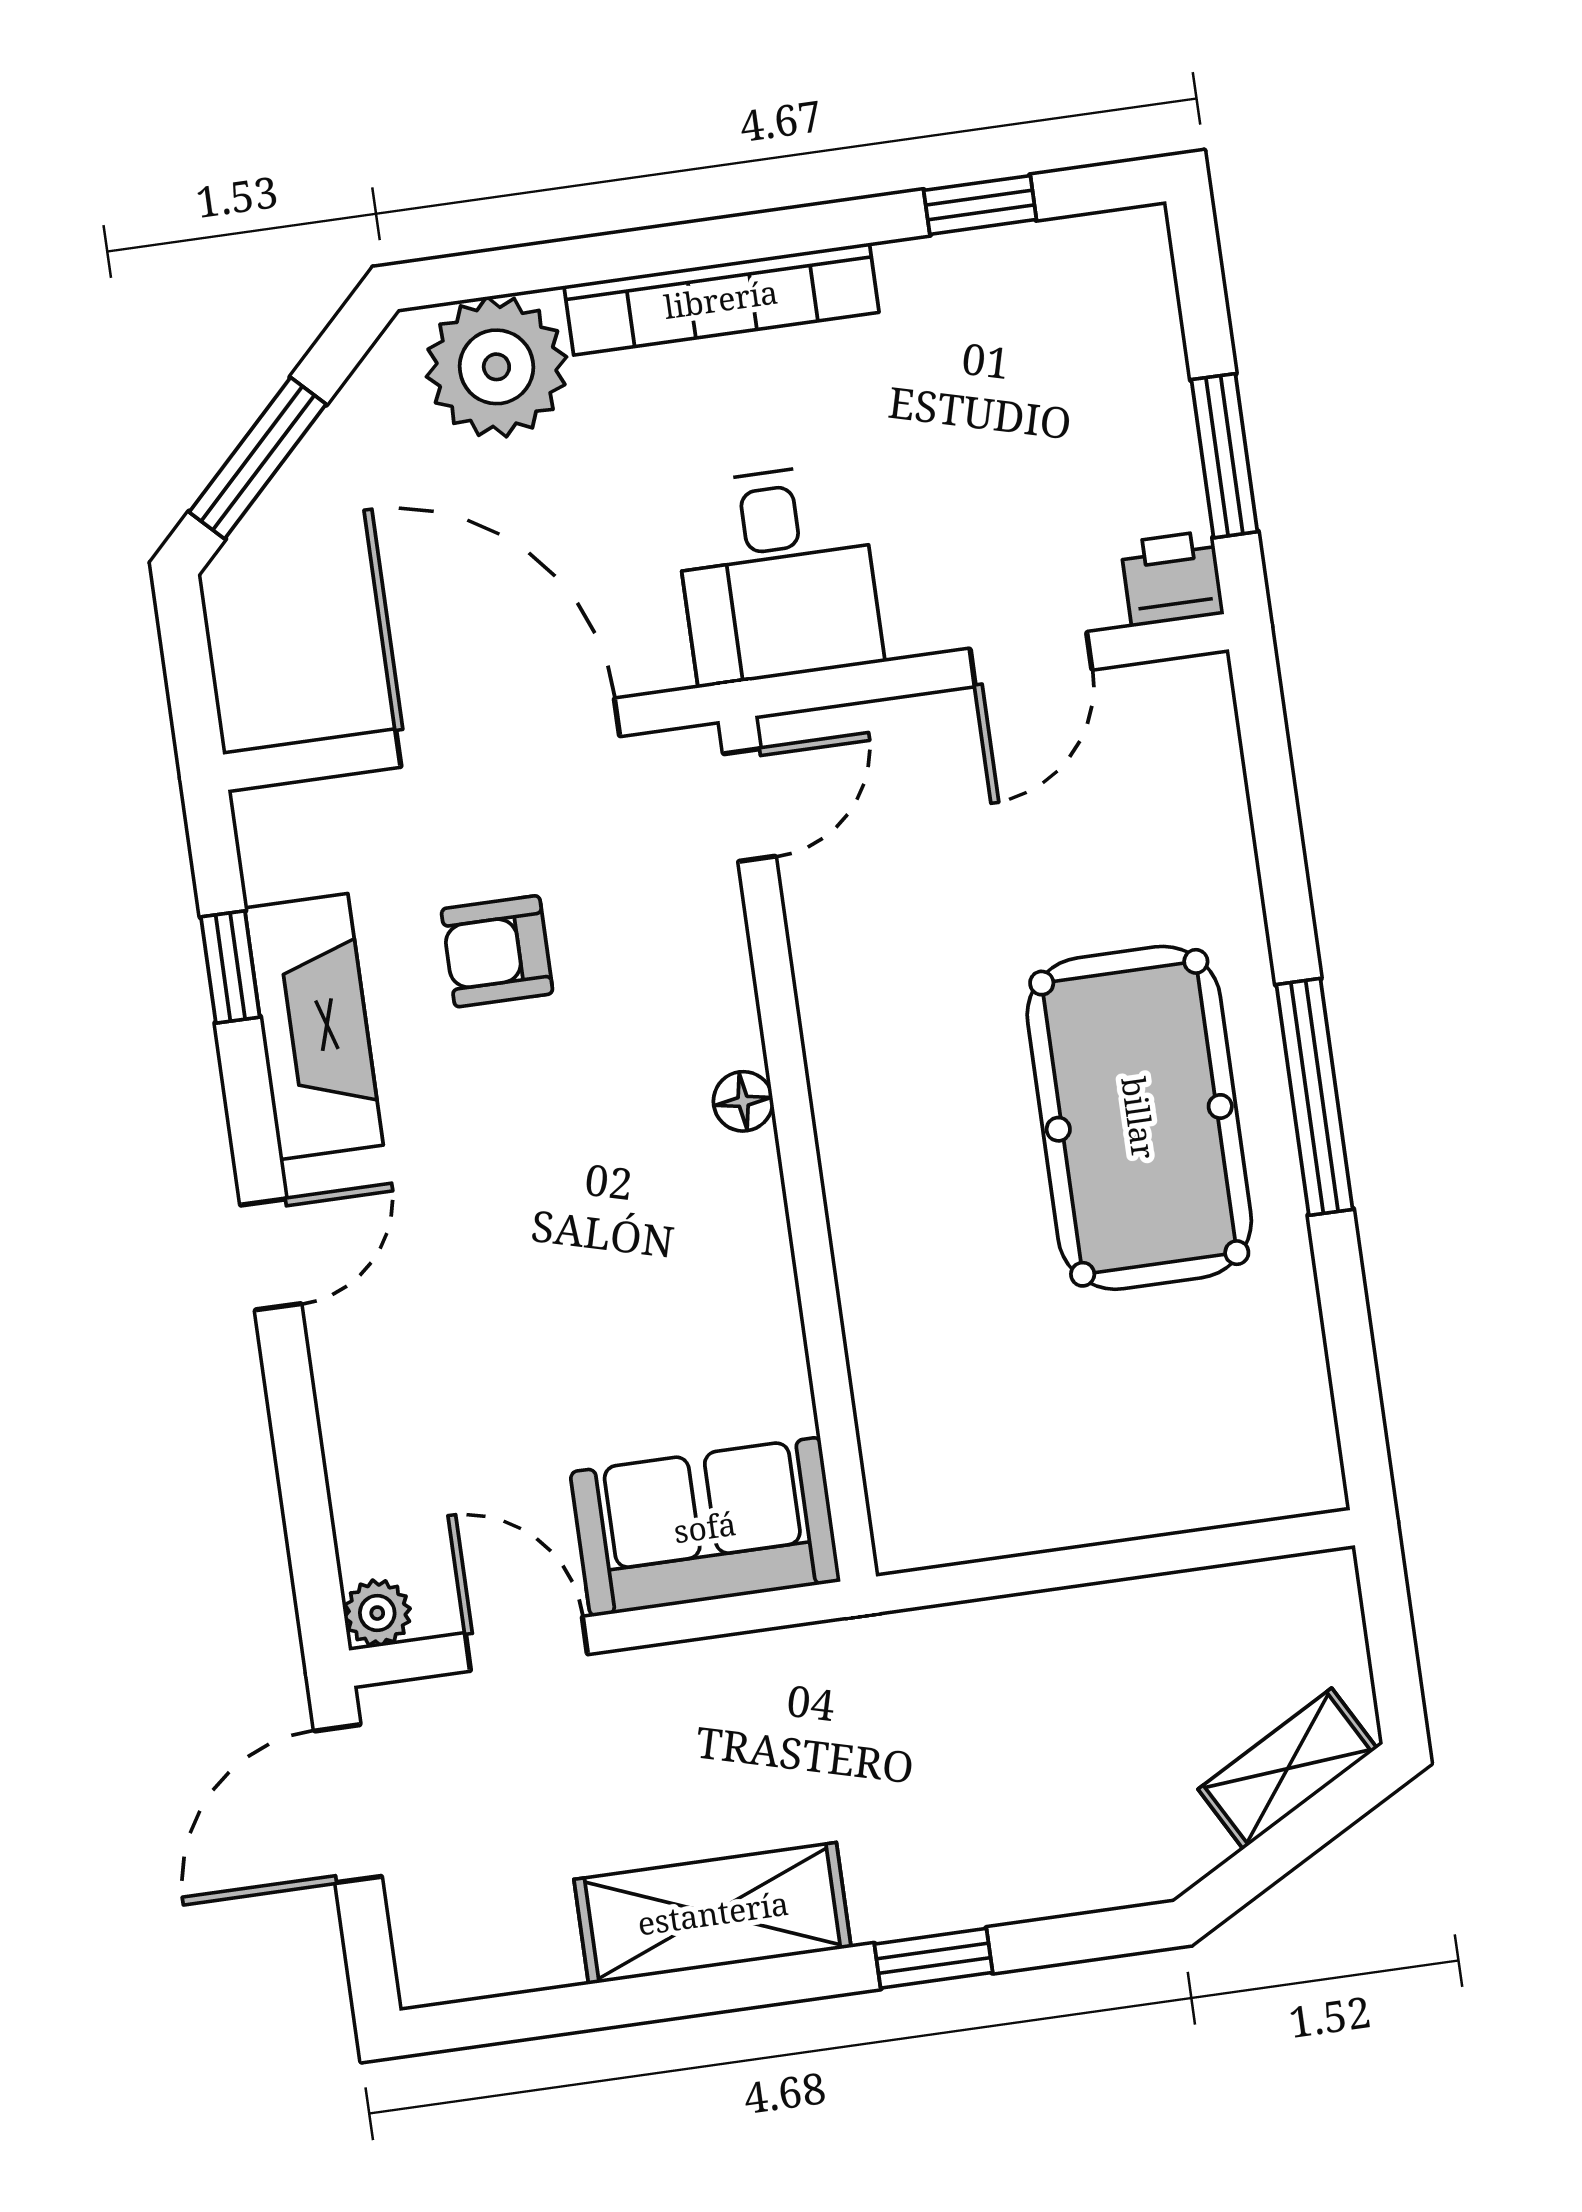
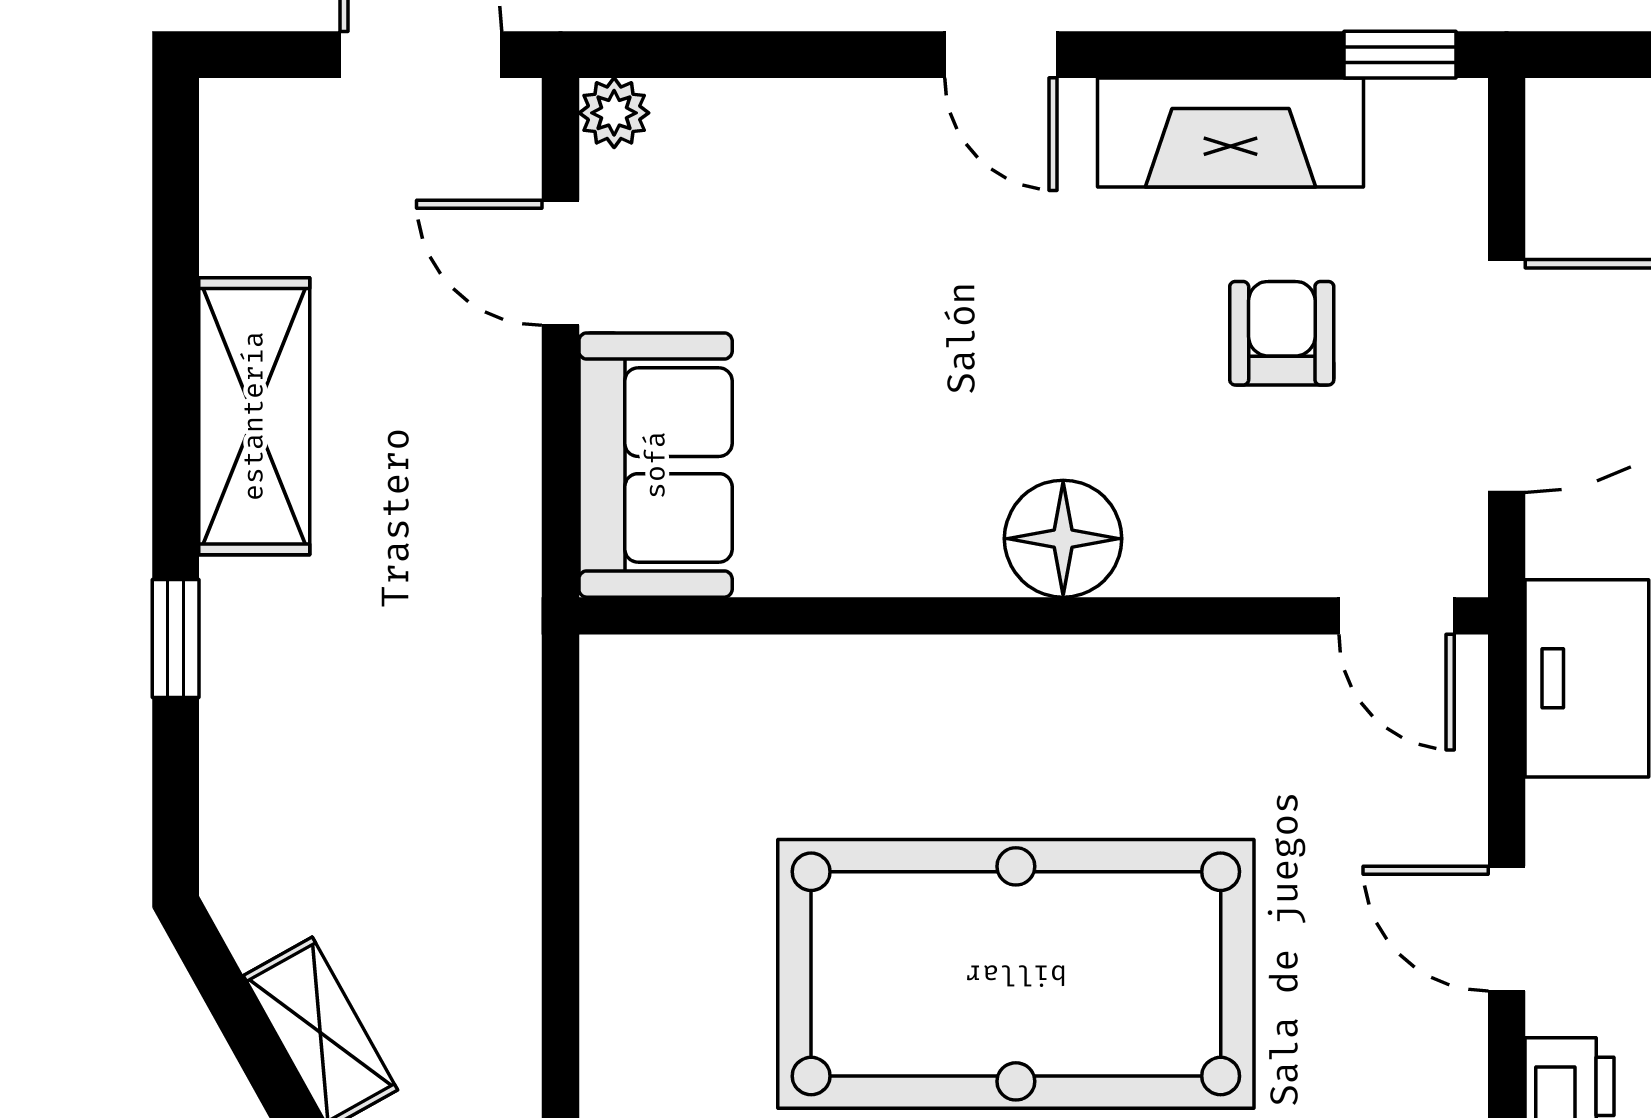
window: (230, 967) -> (1400, 55), moved
floor lamp: (743, 1101) -> (1063, 539), width x1.89, depth x1.89
pool table: (1139, 1118) -> (1016, 974), width x1.36, depth x1.32
door: (526, 1644) -> (561, 263), swing flipped

